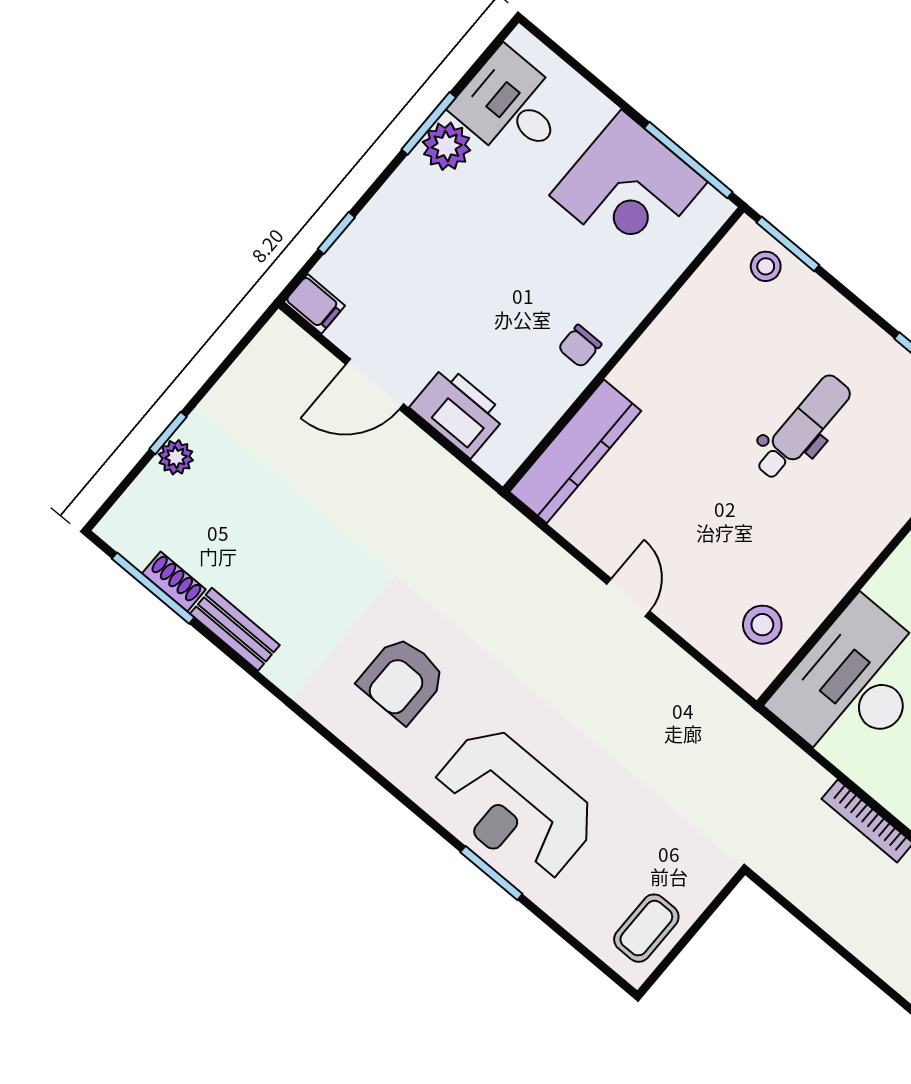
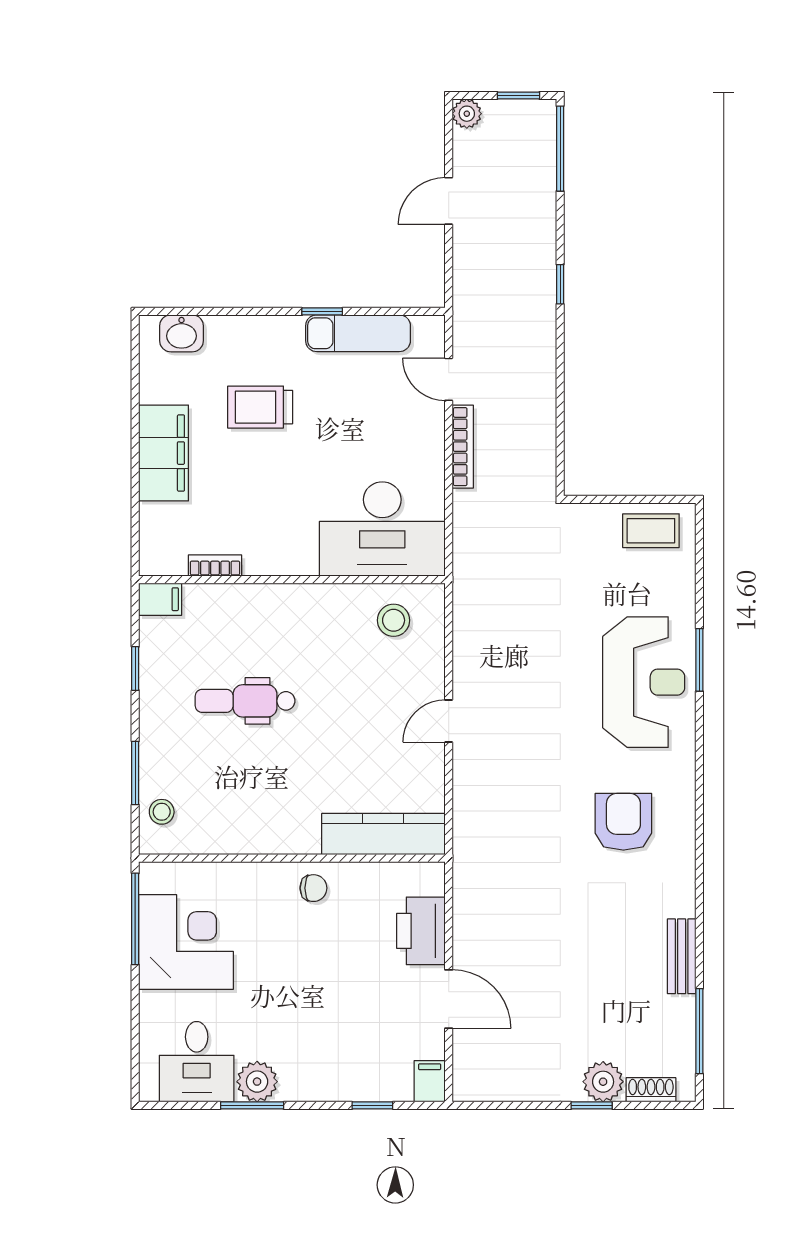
window: (788, 244) -> (135, 773), moved
plant: (176, 457) -> (603, 1082), width x1.38, depth x1.38
shoe rack: (174, 581) -> (651, 1090), moved, turned 90
armchair: (402, 679) -> (623, 822), turned -90

